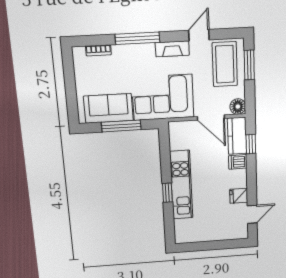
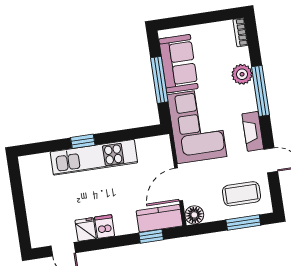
bookcase: (98, 50) -> (241, 32), moved
plant: (122, 53) -> (242, 74), added
coffee table: (225, 64) -> (242, 194), width x0.73, depth x0.76
dishwasher: (238, 162) -> (105, 227), moved

